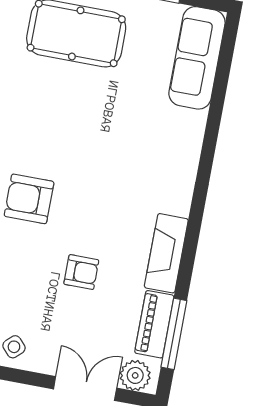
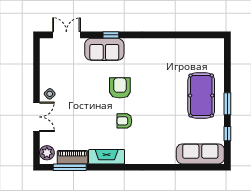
armchair: (81, 272) -> (124, 121), moved, turned 90
double door: (85, 388) -> (36, 117), moved

